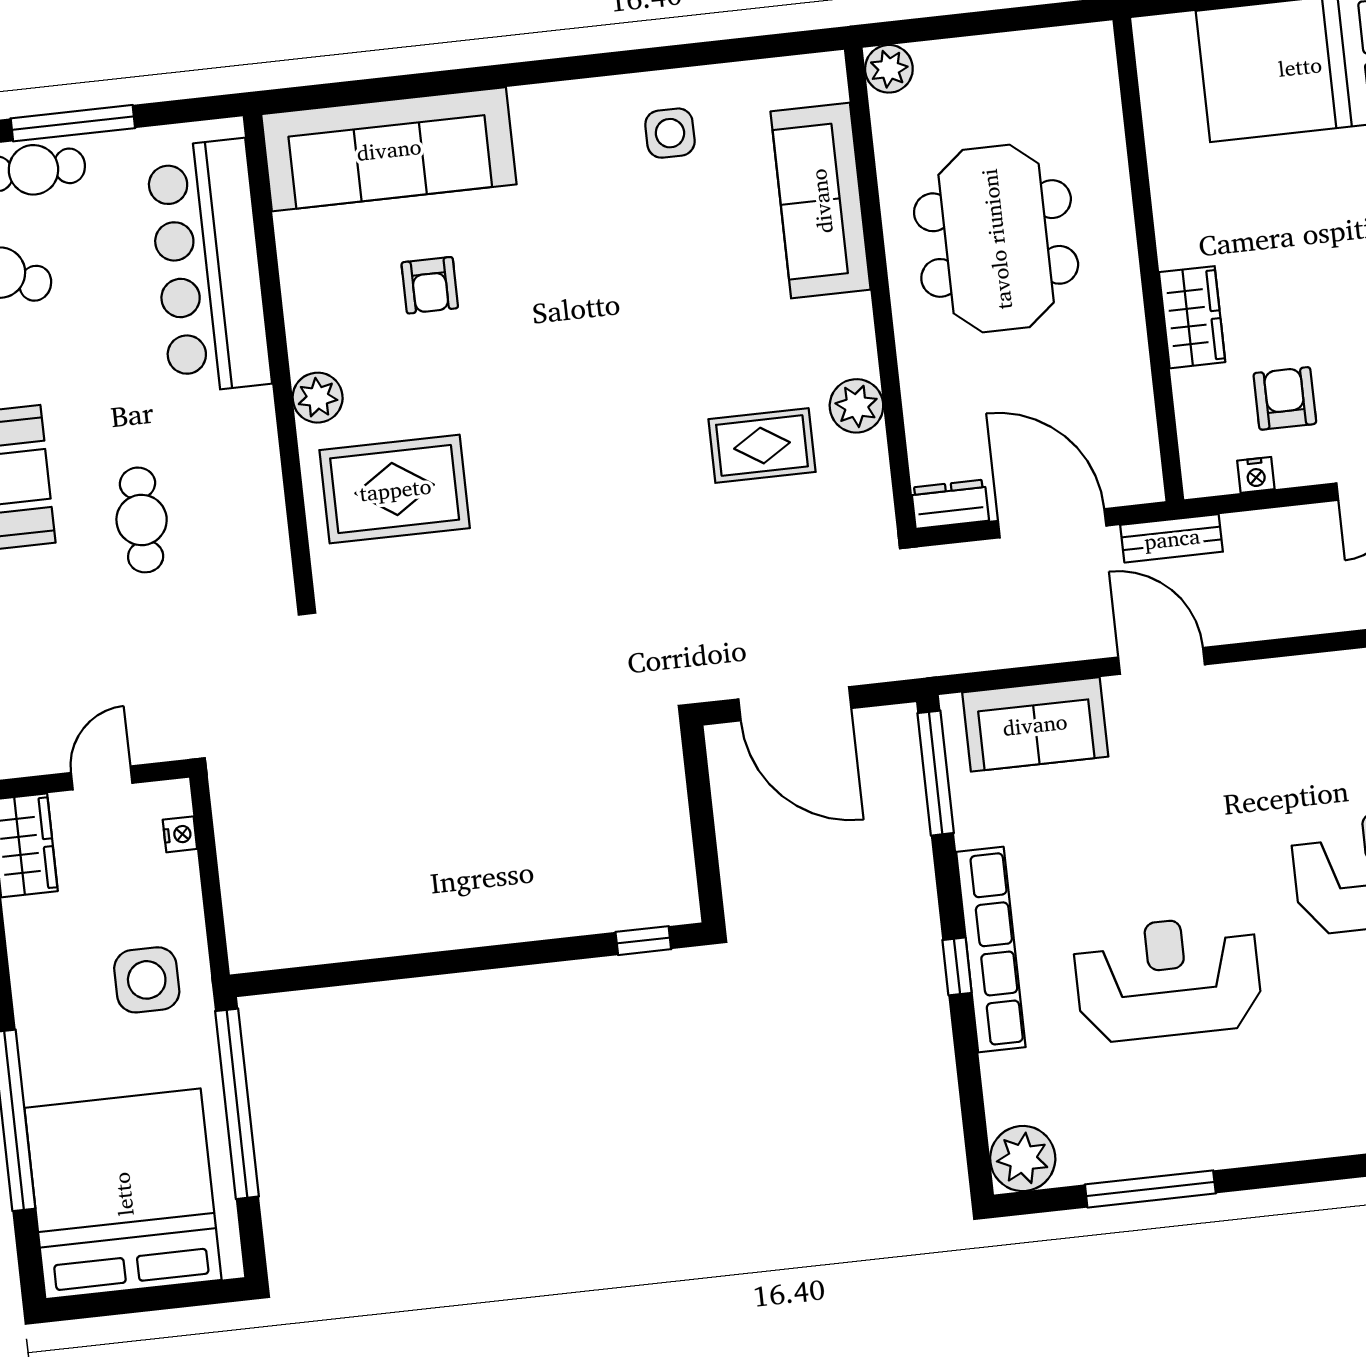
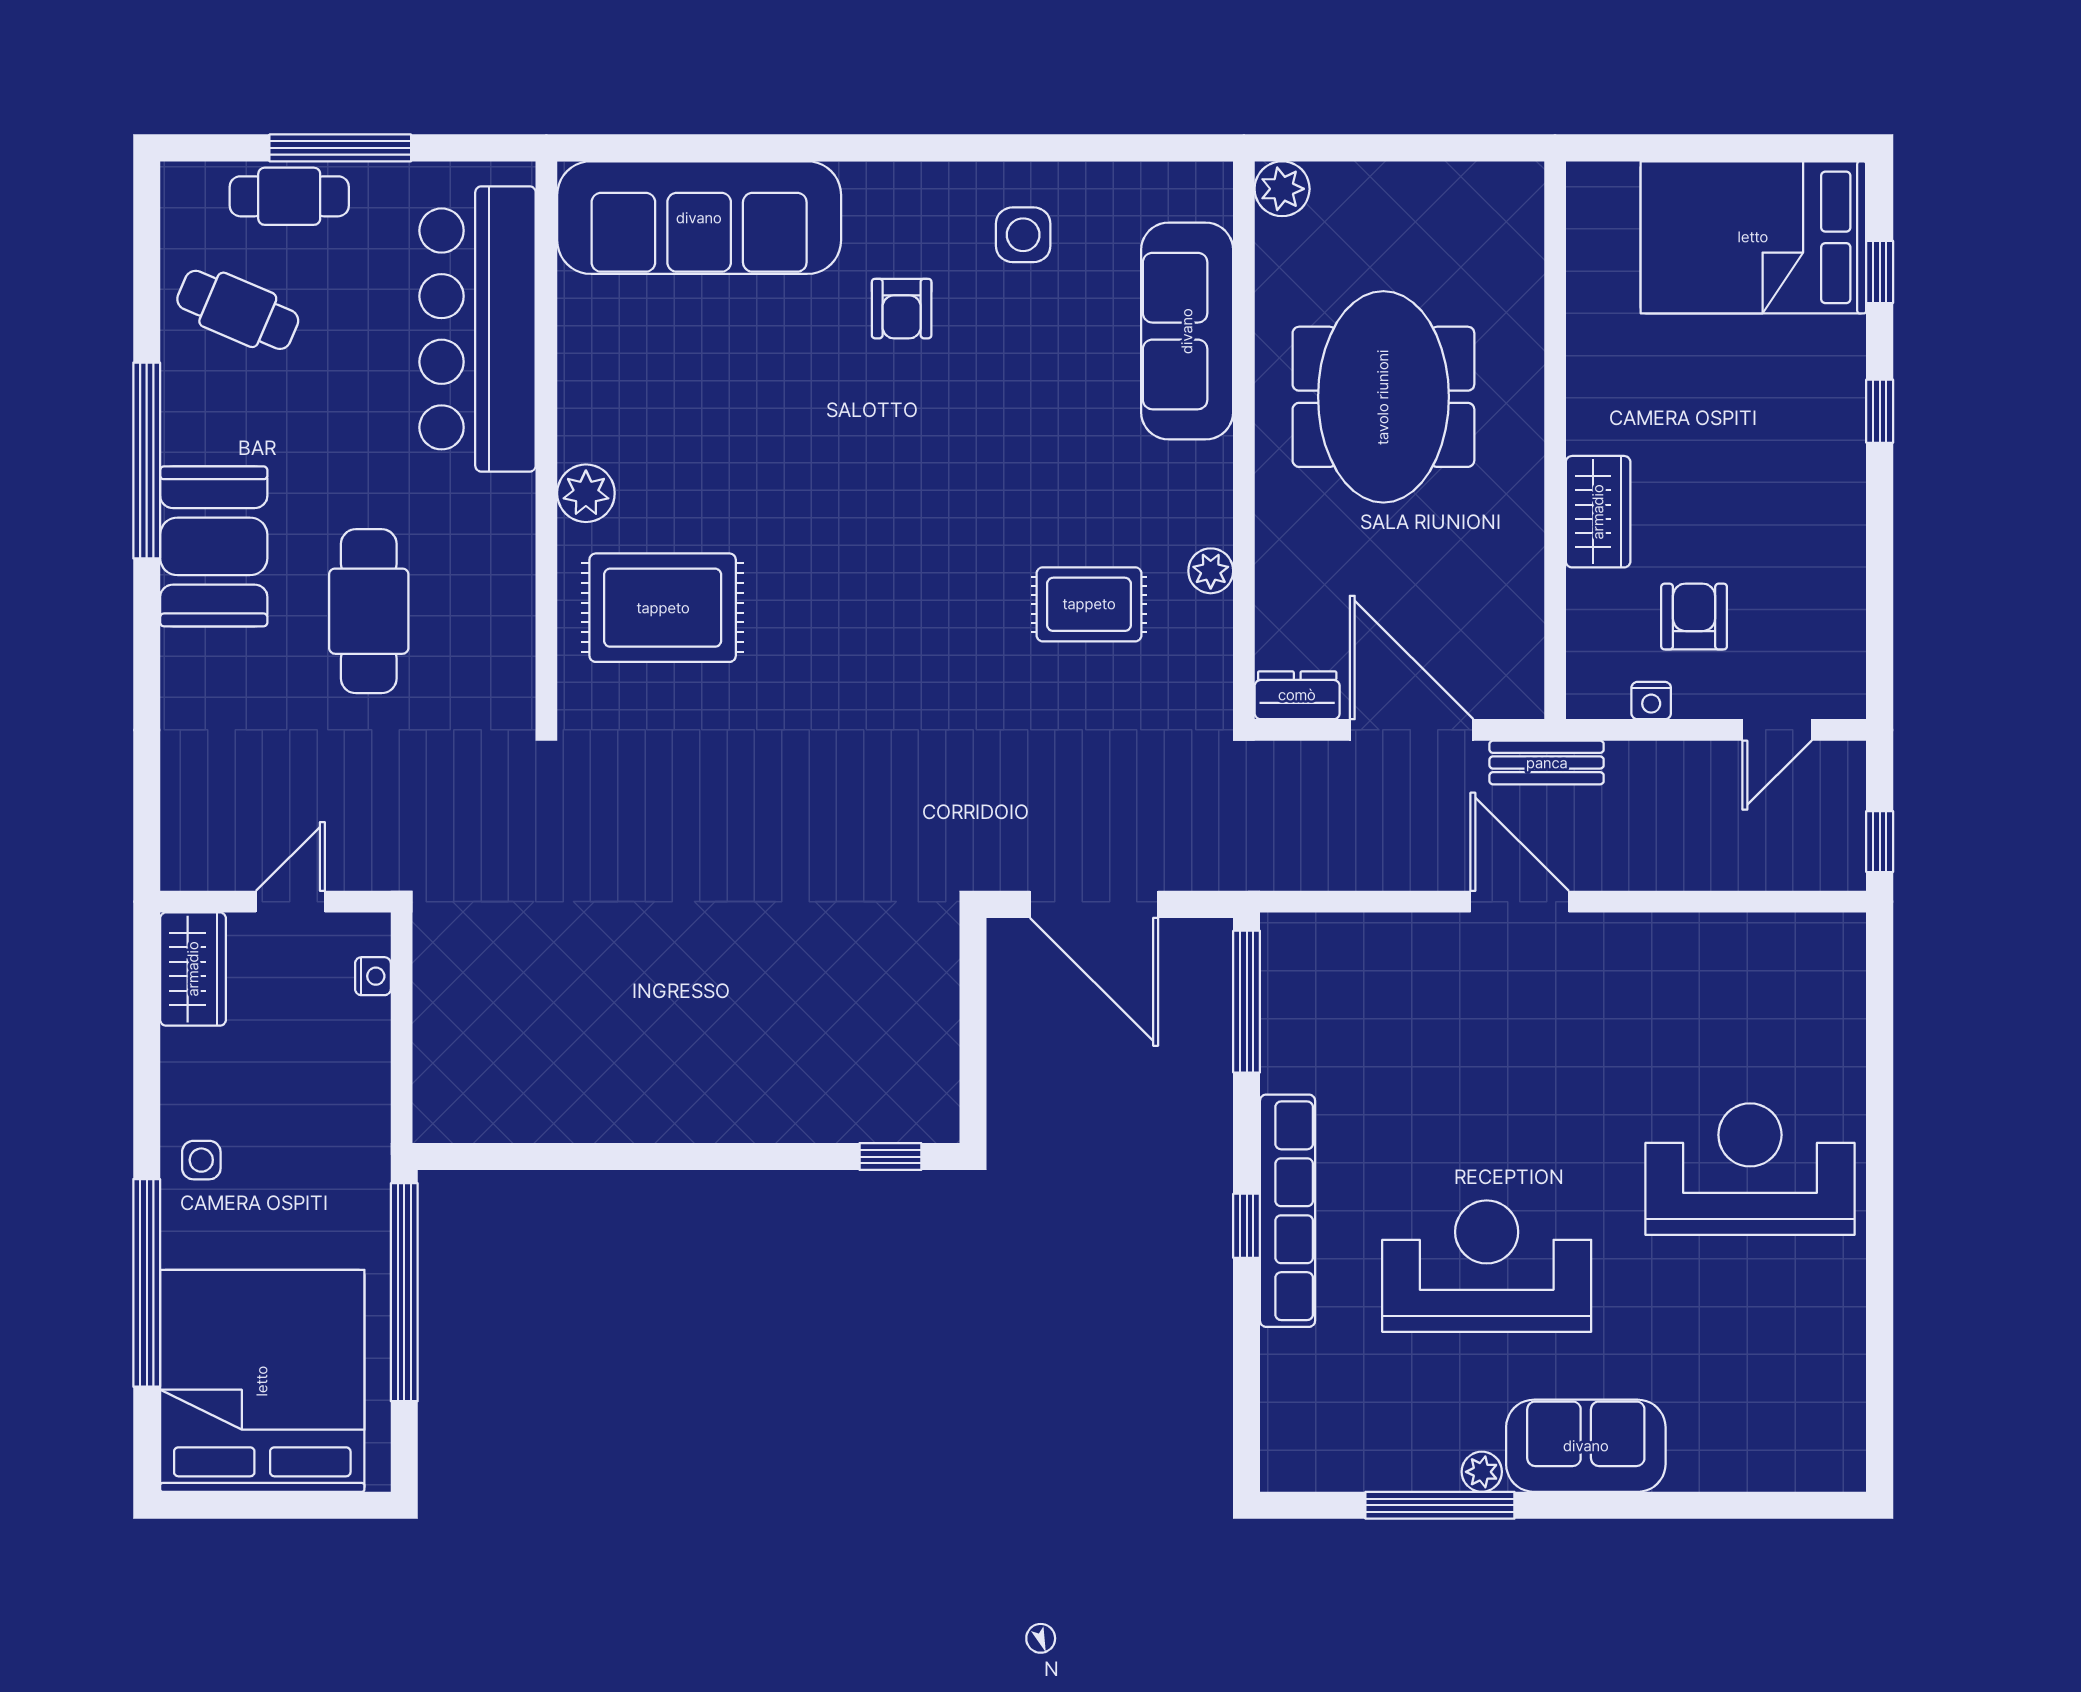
armchair: (430, 285) -> (902, 309), moved
plant: (856, 406) -> (1211, 571), width x0.73, depth x0.73
cafe table: (142, 520) -> (369, 611), width x1.37, depth x1.35
sofa: (1035, 724) -> (1586, 1446), moved, turned 180
side table: (147, 980) -> (201, 1160), moved, width x0.54, depth x0.54
plant: (1023, 1159) -> (1482, 1472), moved, width x0.53, depth x0.53

